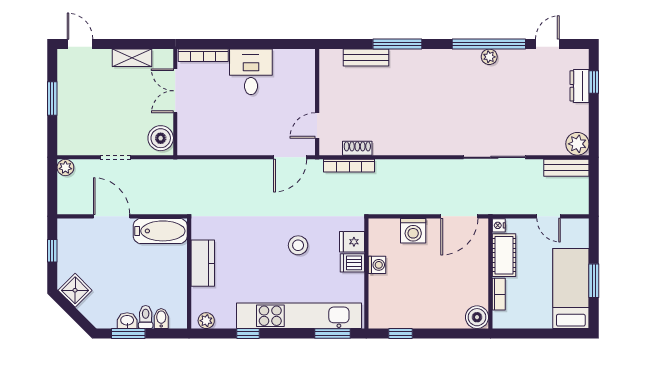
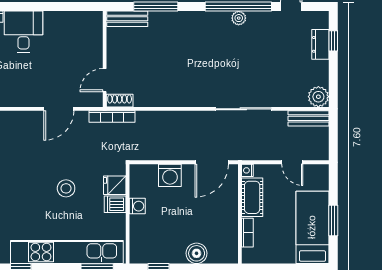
wall: (317, 102) -> (105, 59), moved
door: (317, 125) -> (105, 80), moved
boiler: (477, 317) -> (197, 253), moved

